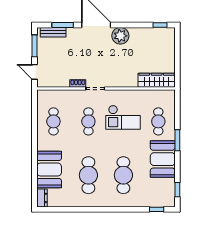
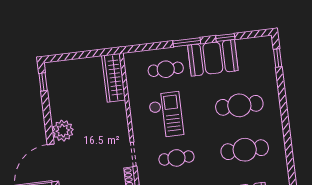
window: (177, 190) -> (225, 38), moved

